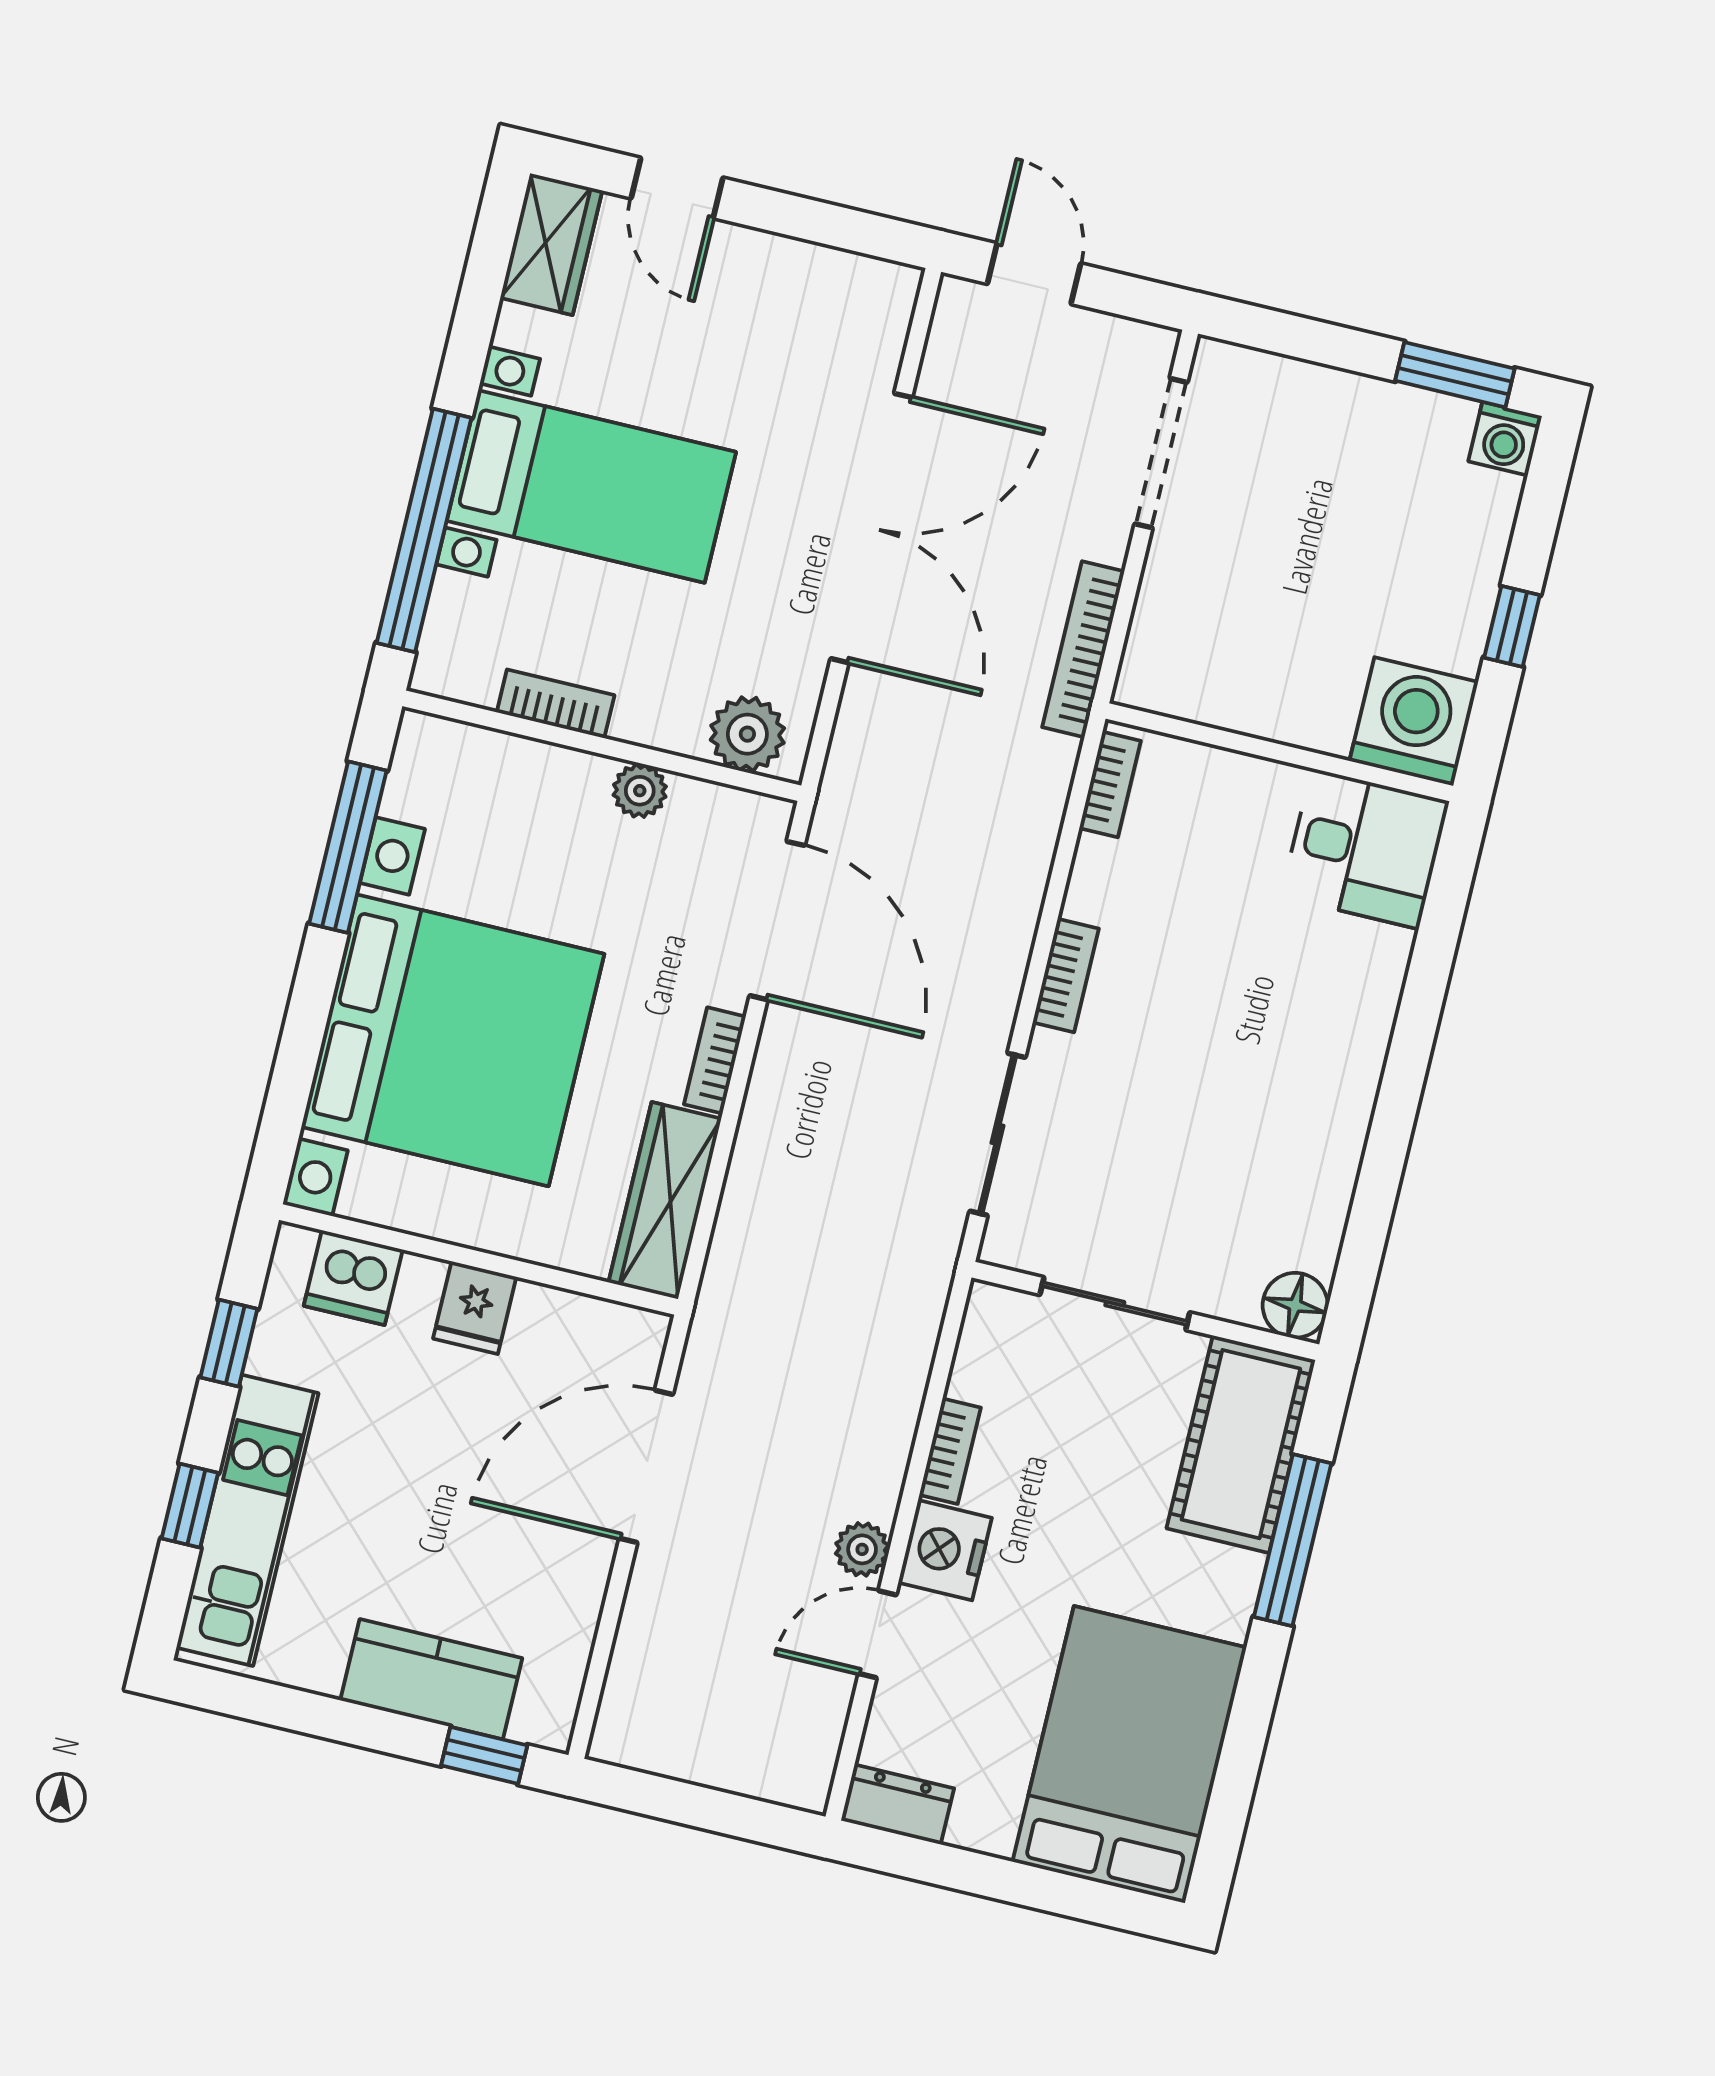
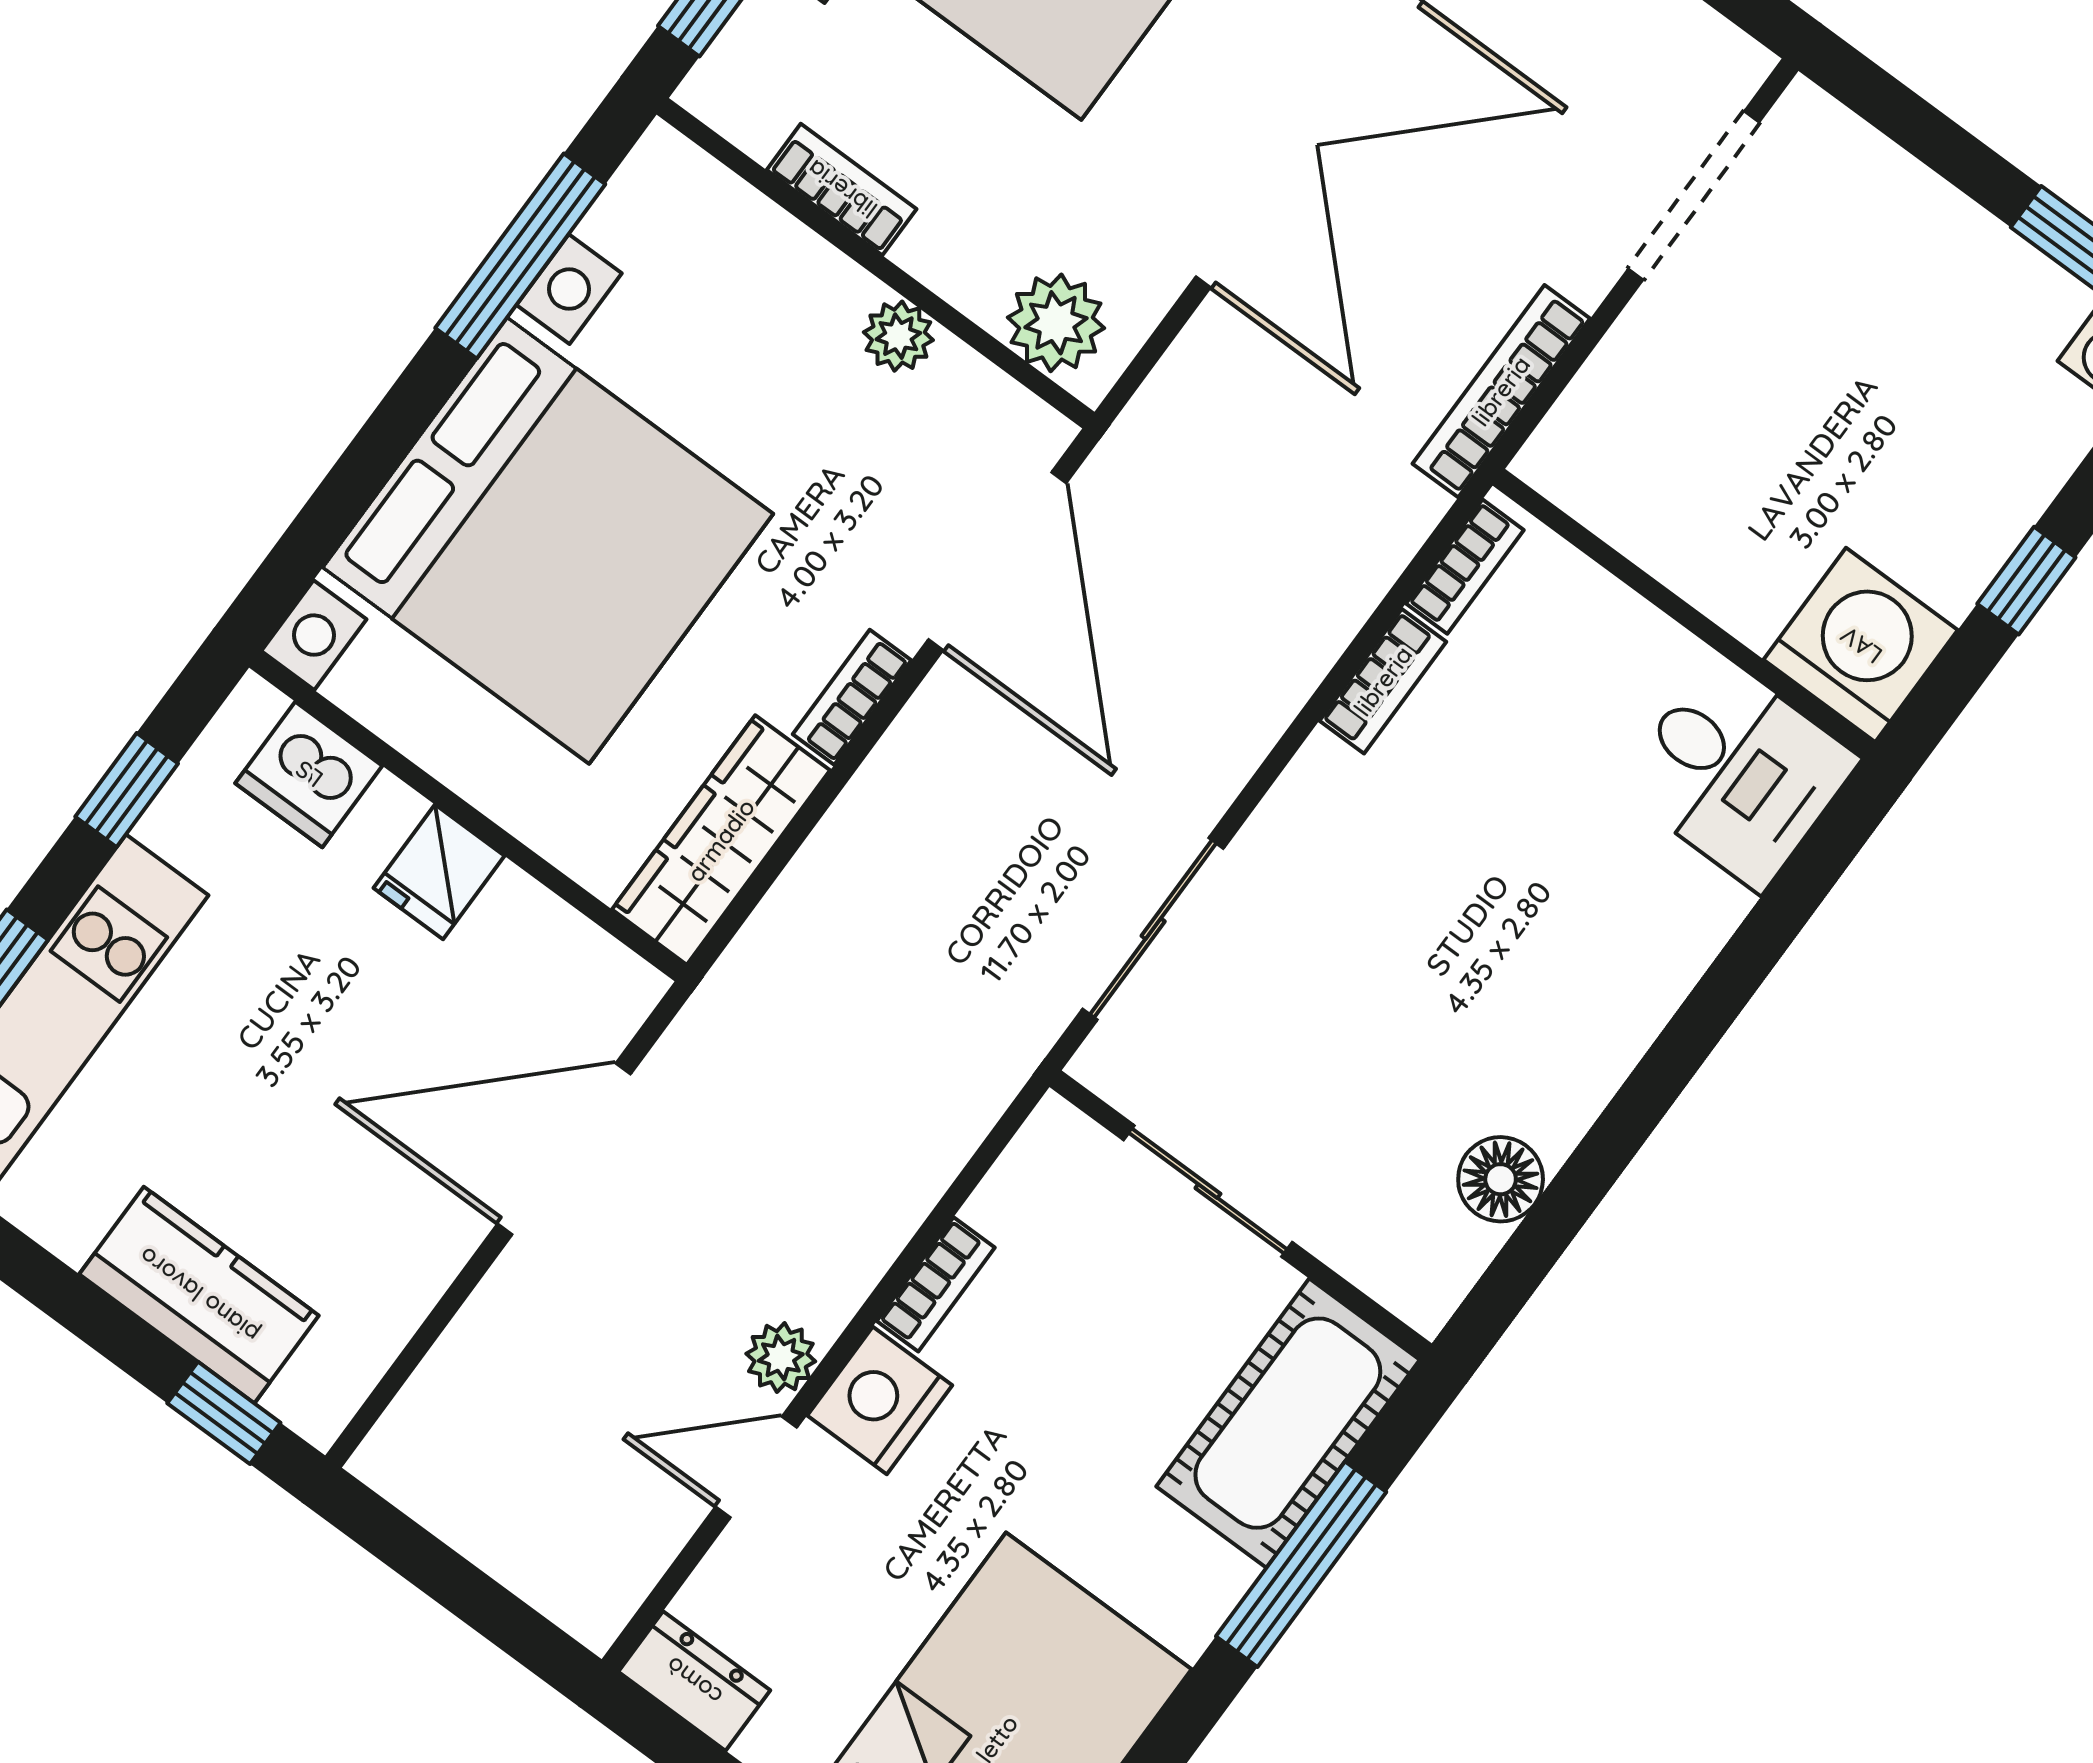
bookcase: (1066, 975) -> (1383, 681), moved
floor lamp: (1295, 1305) -> (1501, 1179), moved

